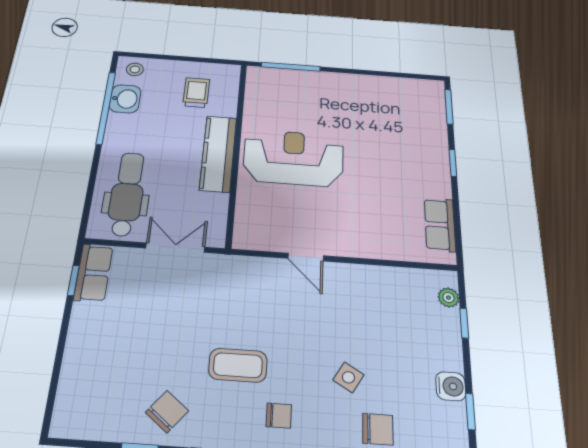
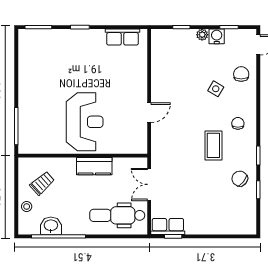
stool: (135, 69) -> (27, 206), moved
trolley: (196, 93) -> (42, 183), turned 138
kitchen counter: (218, 153) -> (94, 166), width x0.67
reception desk: (293, 158) -> (85, 122), turned 180
plant: (448, 298) -> (202, 35), moved

